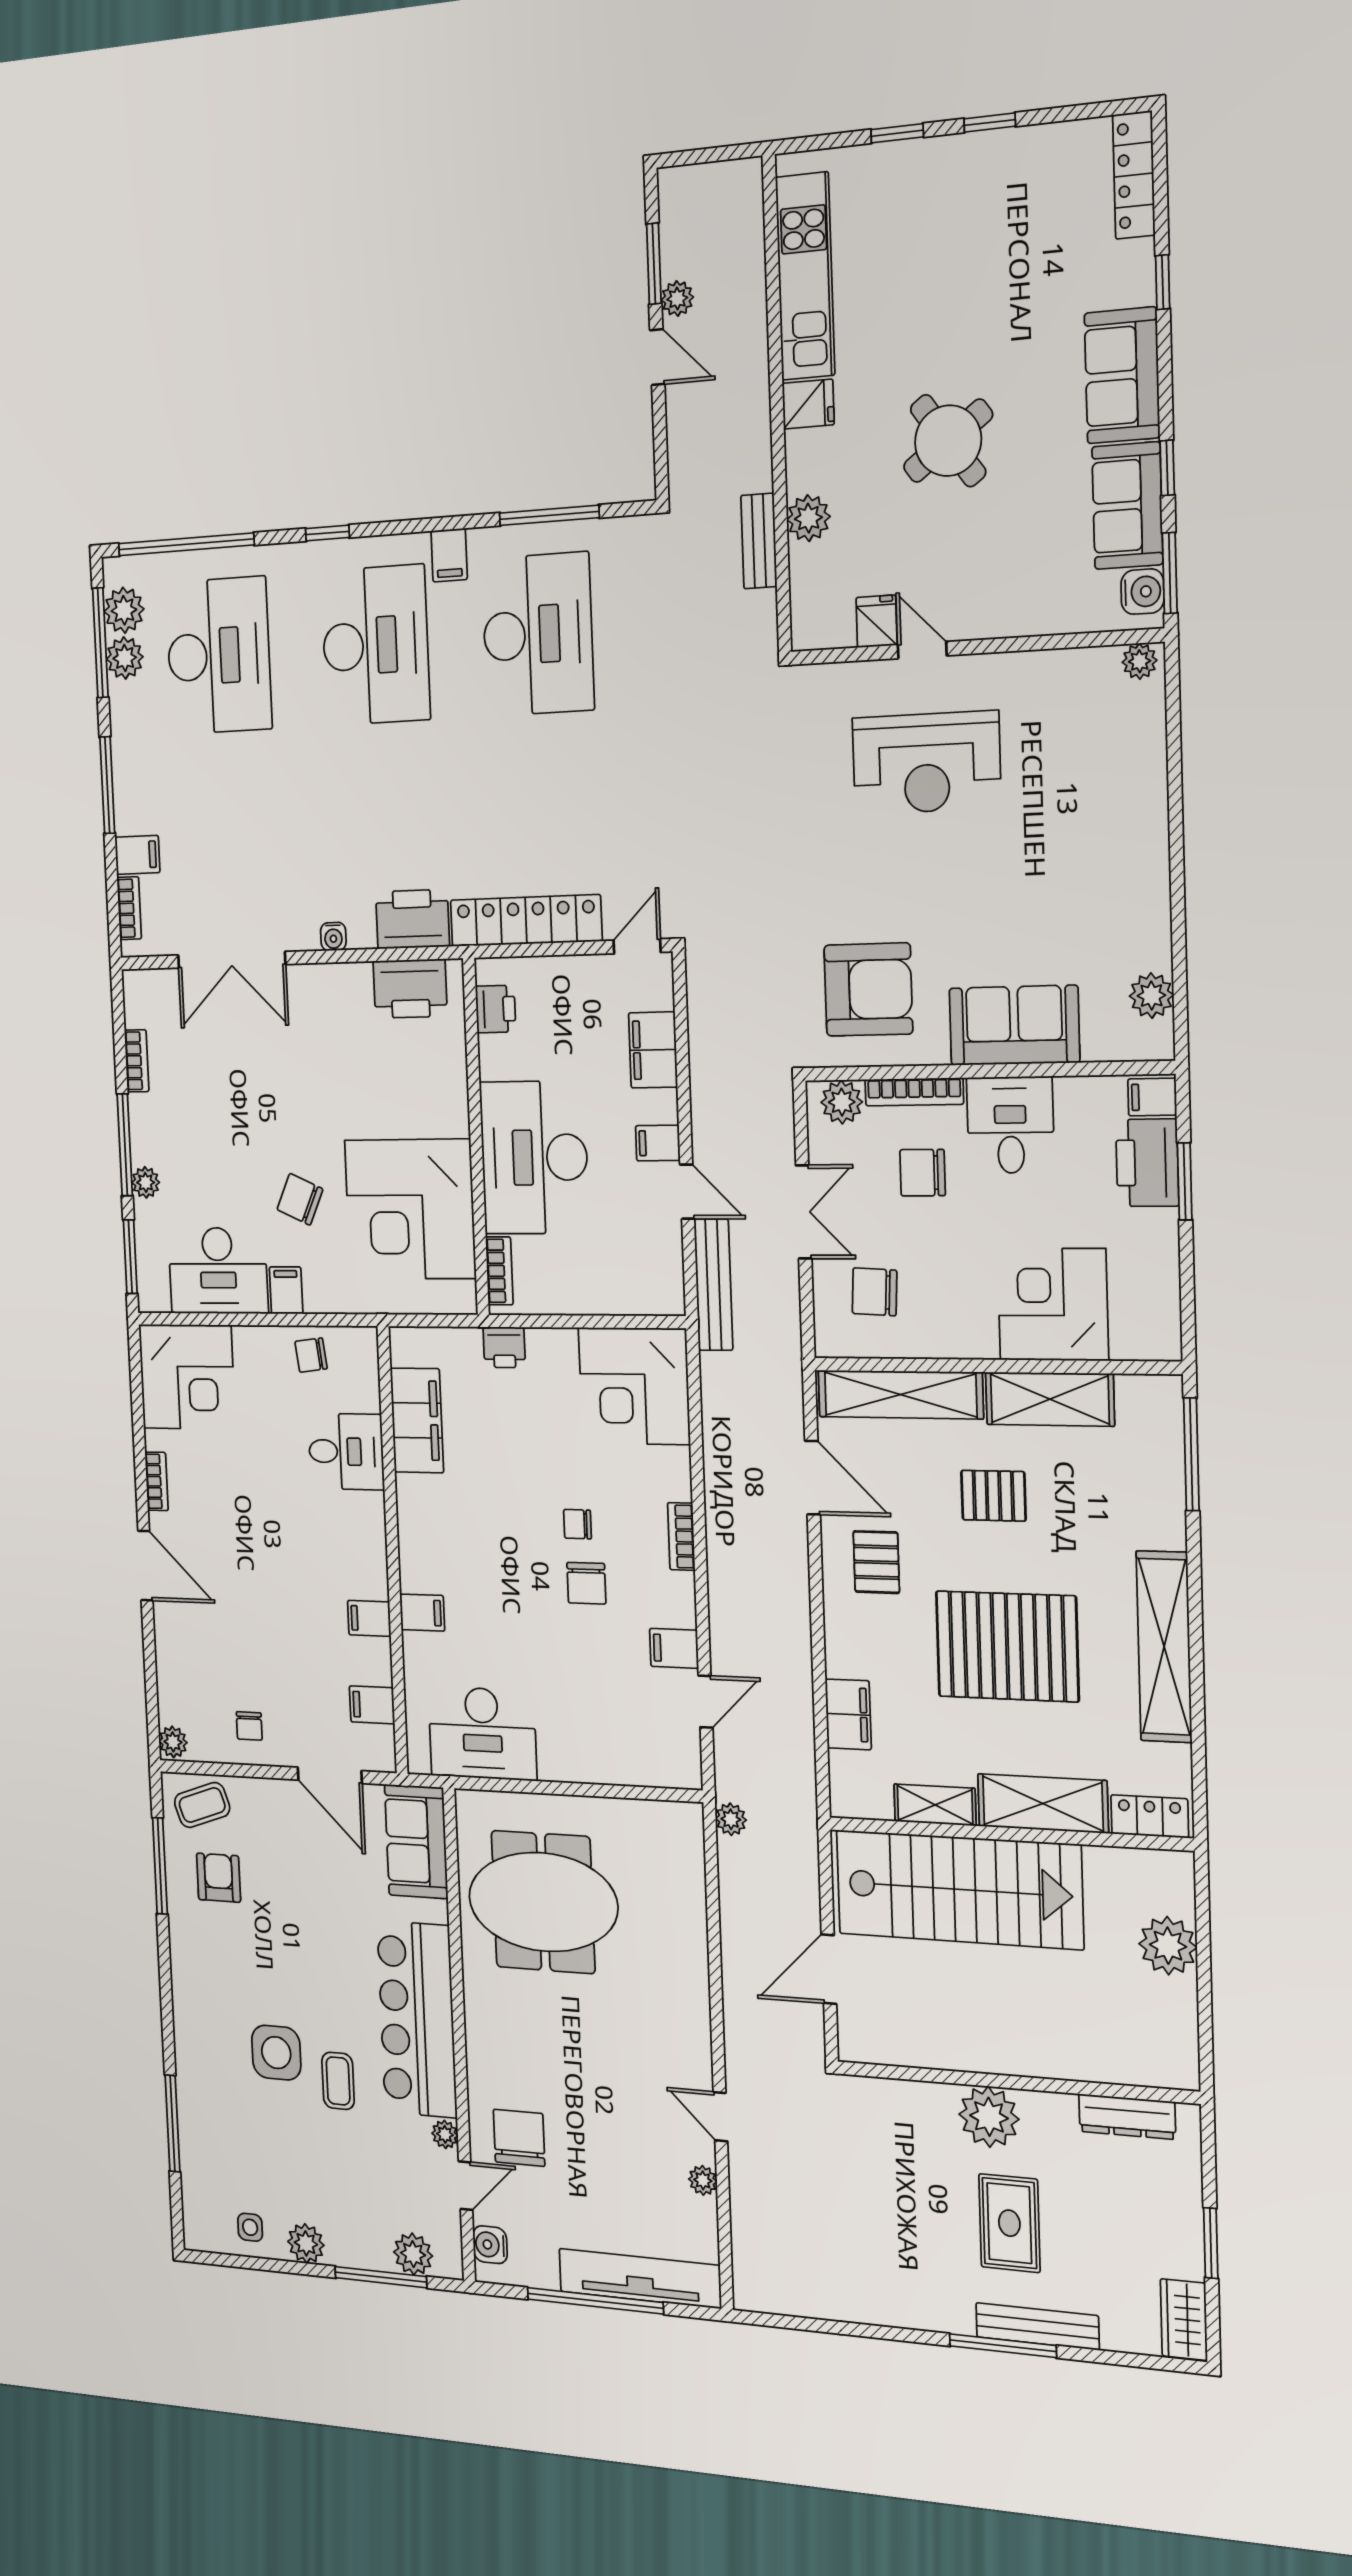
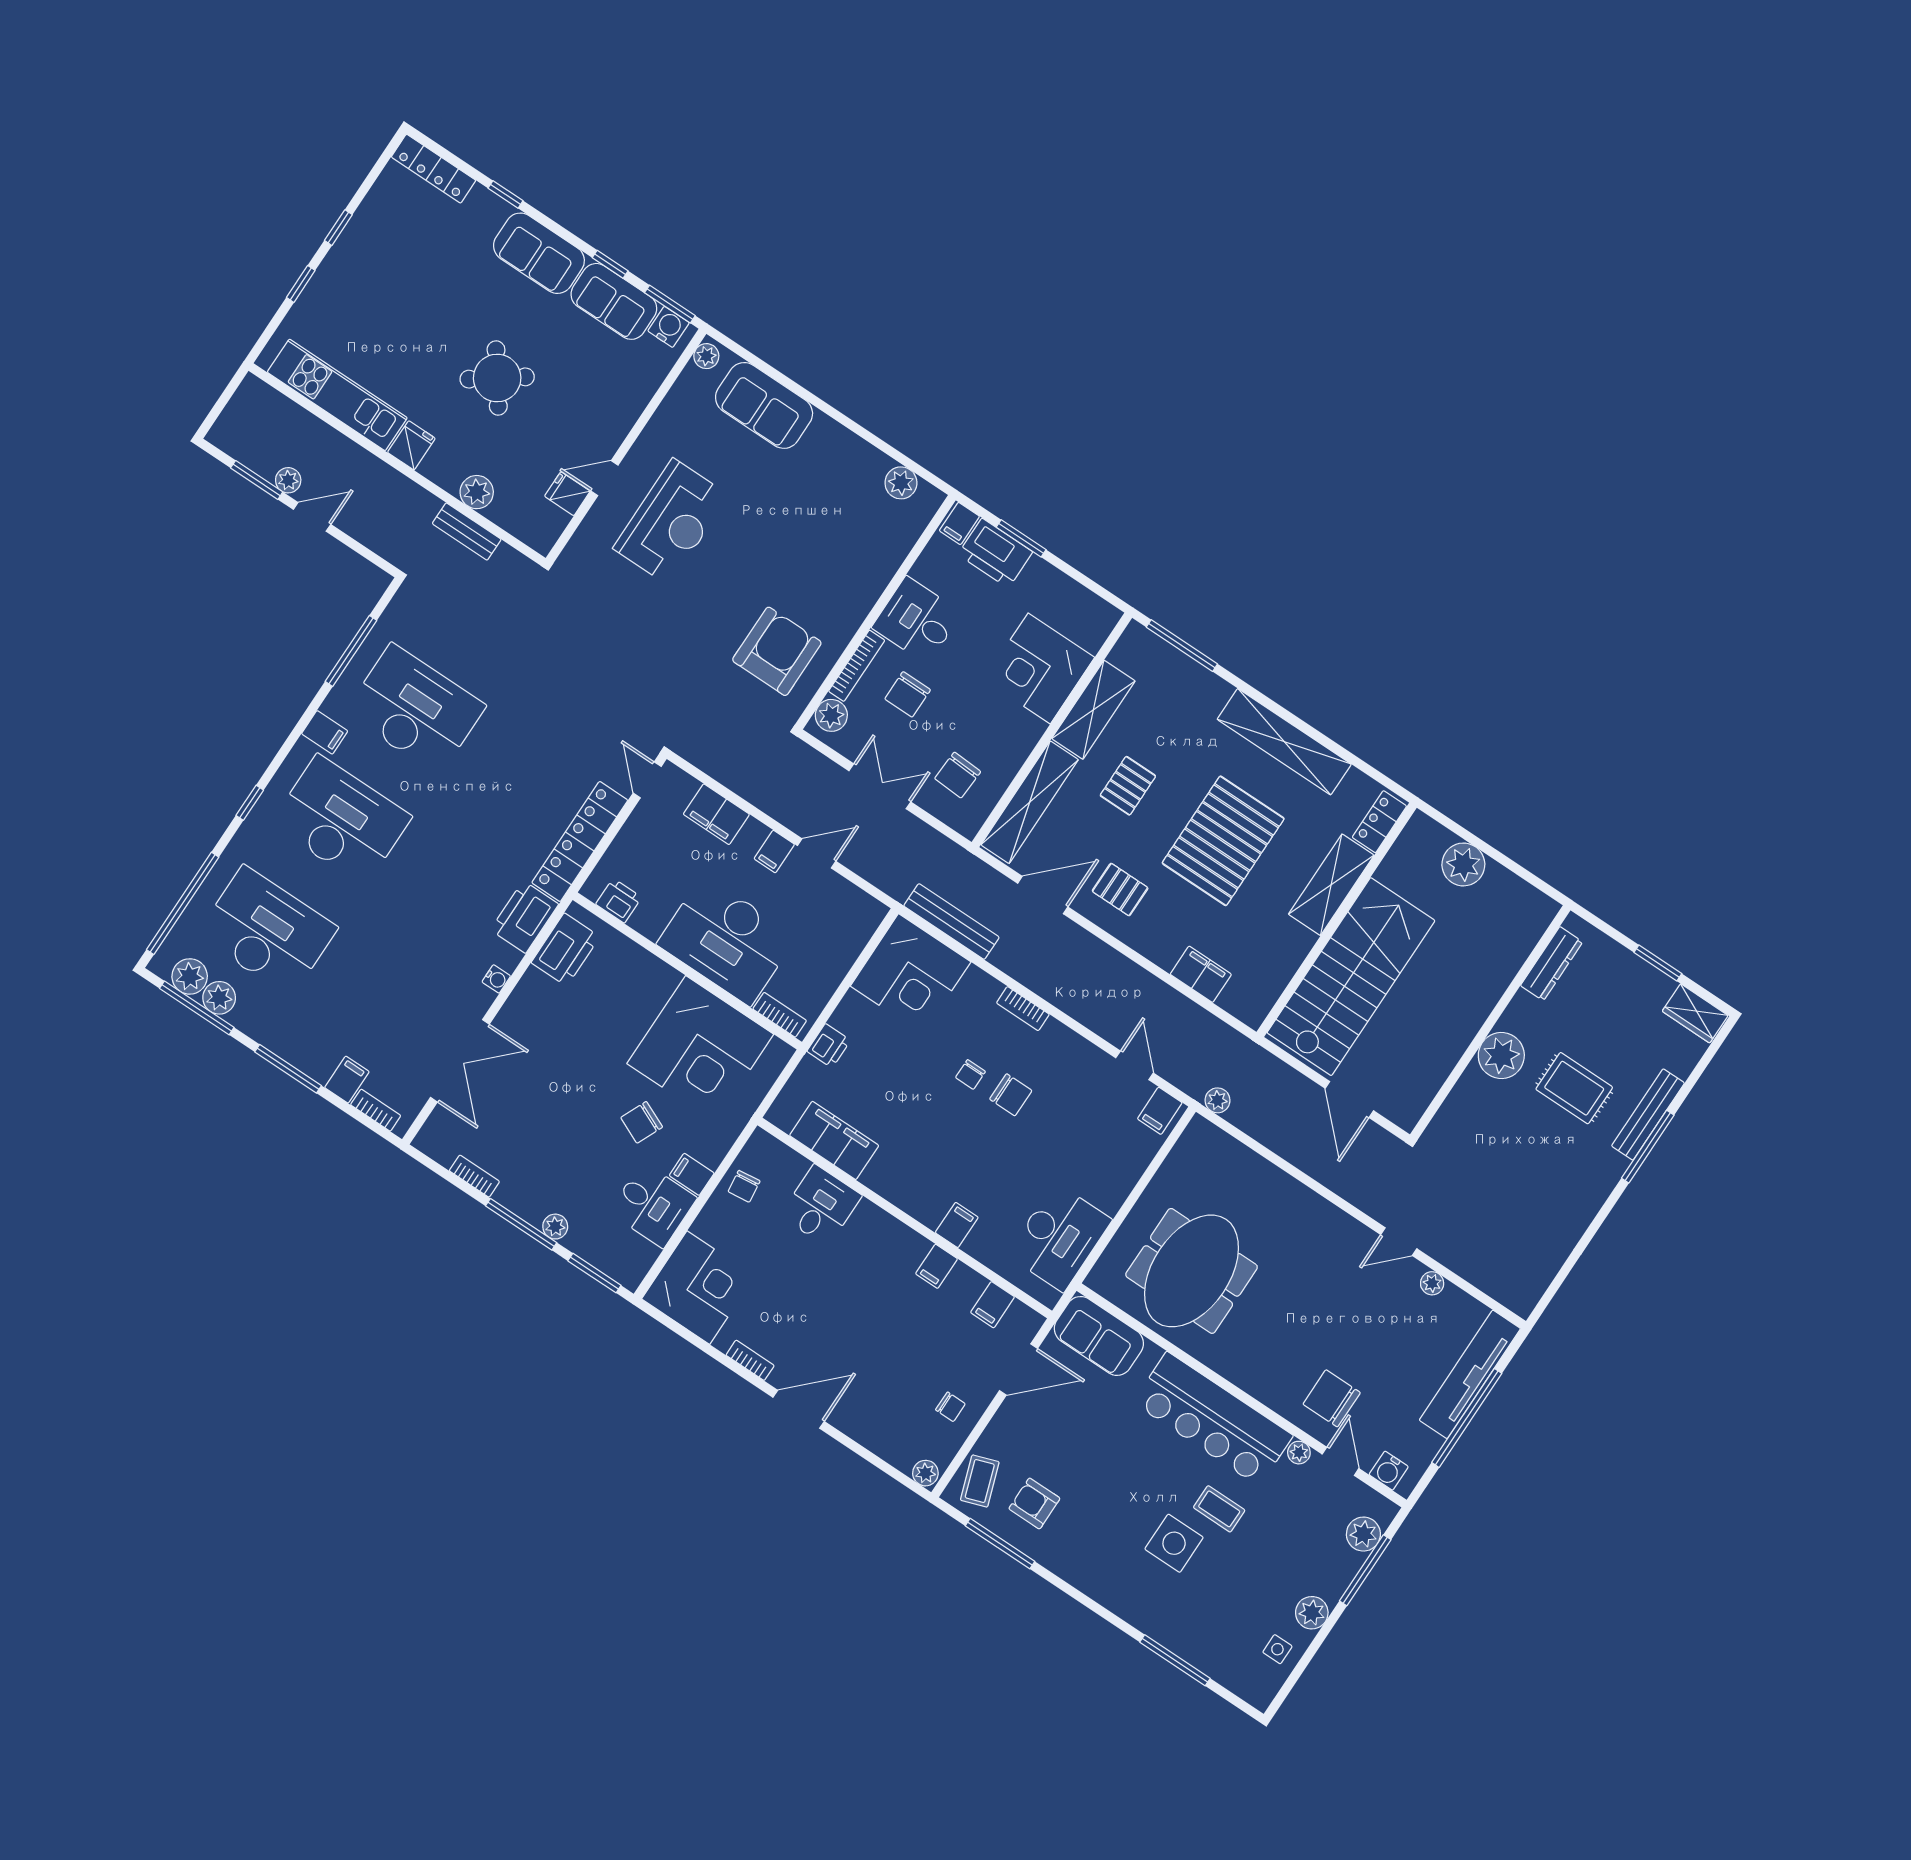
sofa: (1014, 1025) -> (764, 405), moved, turned -90
desk: (218, 1271) -> (653, 1205), width x0.73
bench: (713, 1285) -> (952, 922), moved
filing cabinet: (674, 1648) -> (1160, 1111), moved
shelving: (935, 1805) -> (1290, 956), removed

